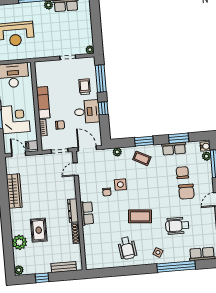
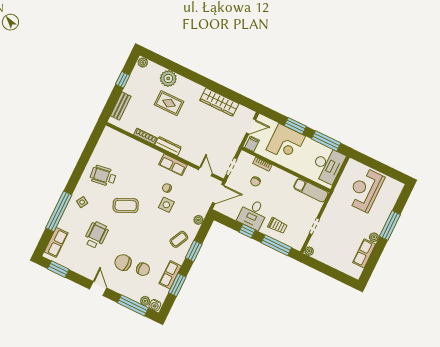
exam couch: (43, 103) -> (311, 190), moved
row of seats: (87, 213) -> (173, 165), moved
coffee table: (140, 216) -> (126, 205), turned 61

